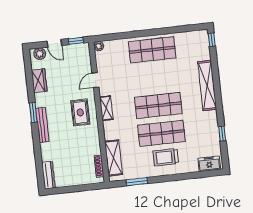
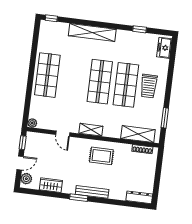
rug: (80, 112) -> (101, 156), moved

